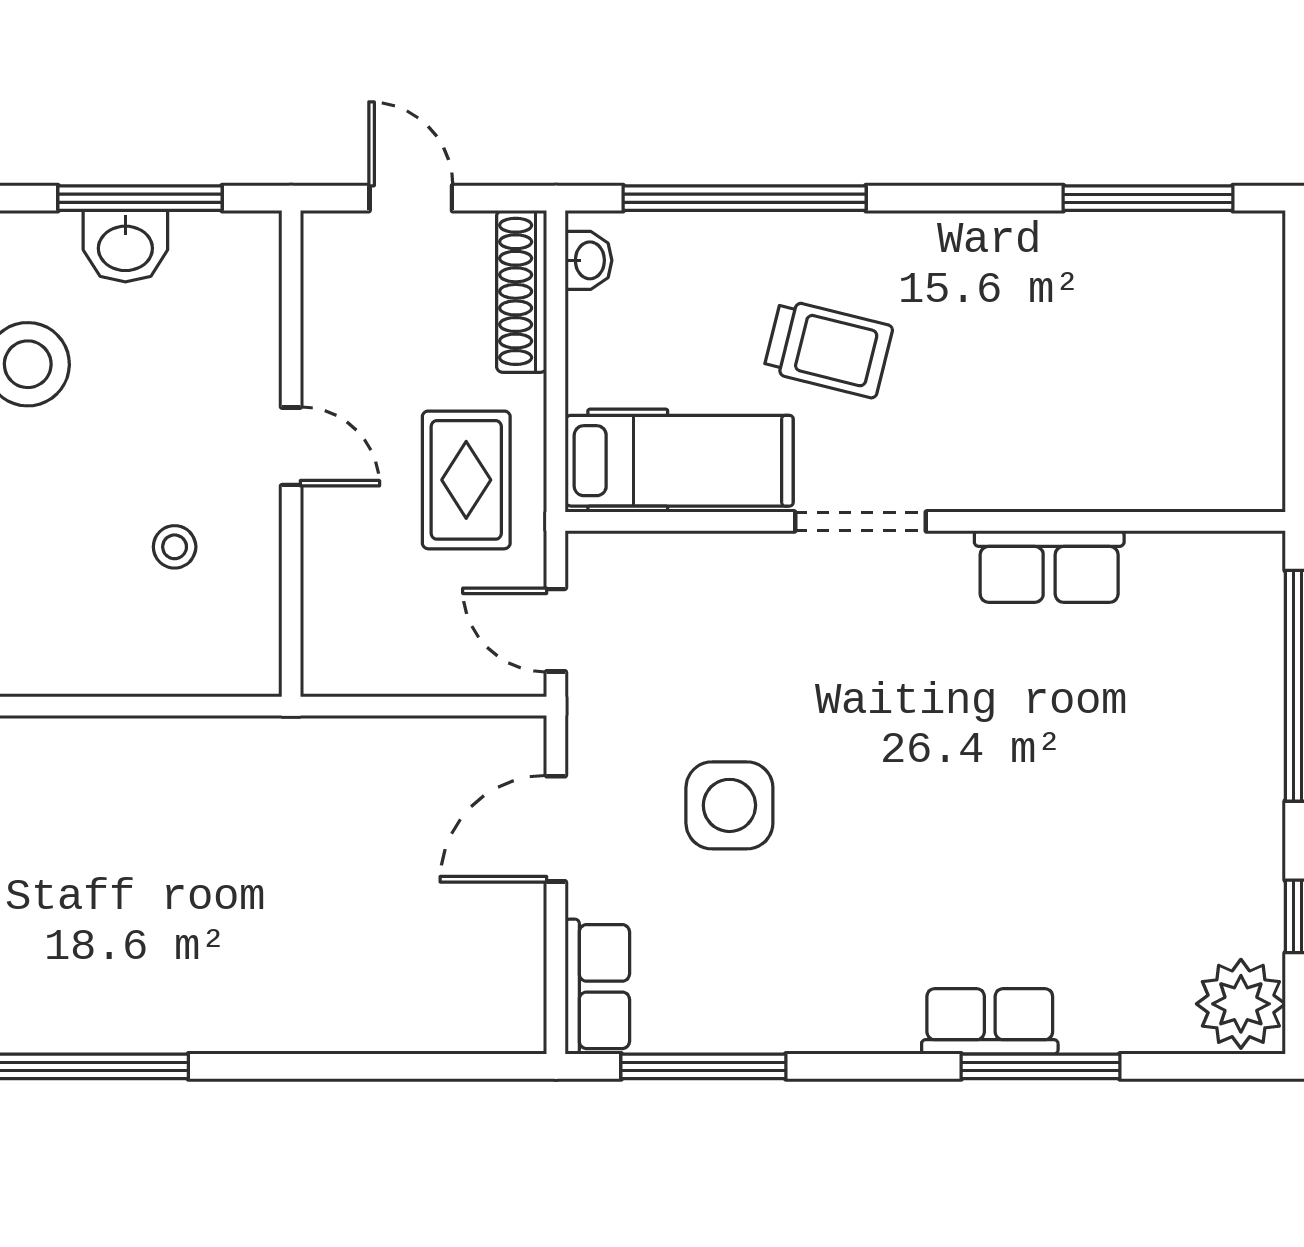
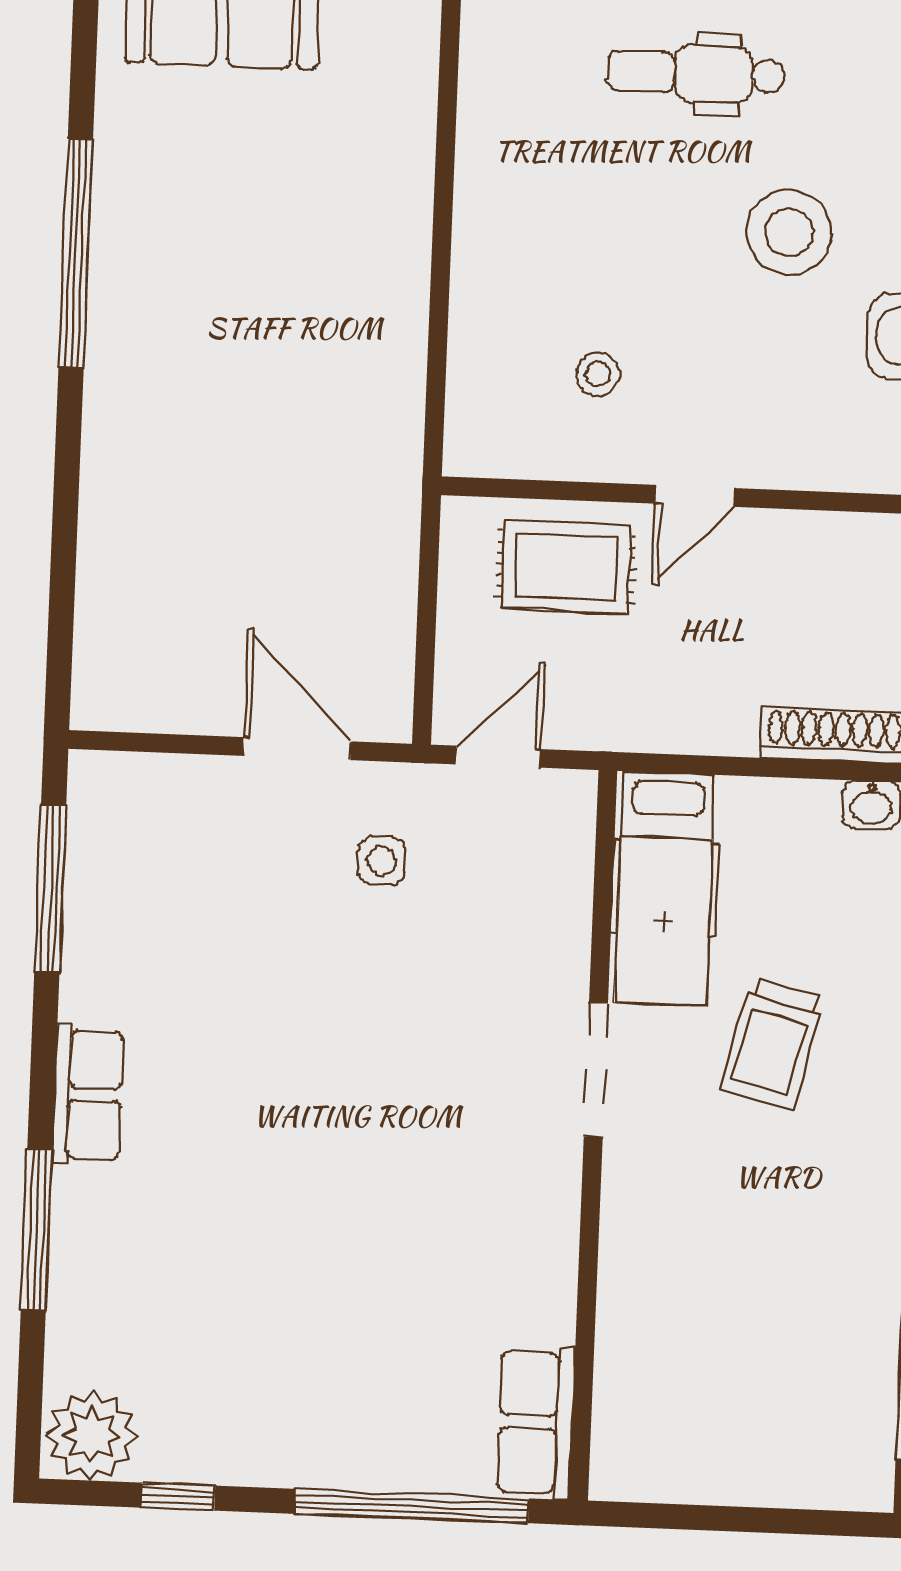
rug: (466, 480) -> (566, 567), moved
row of seats: (1049, 566) -> (536, 1423), moved
side table: (729, 805) -> (381, 861), moved, width x0.54, depth x0.54
row of seats: (597, 987) -> (135, 784), removed
row of seats: (990, 1021) -> (88, 1095), moved

